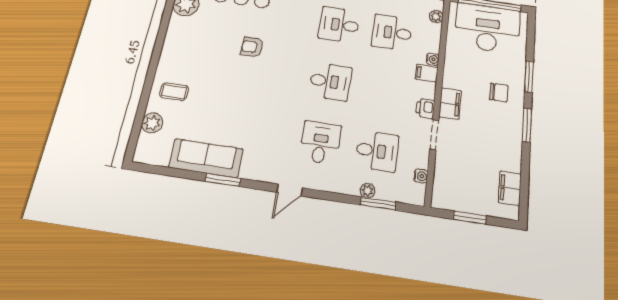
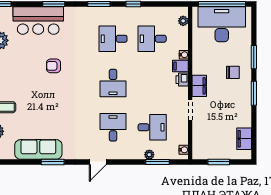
desk: (330, 82) -> (113, 83), turned 90
printer: (425, 108) -> (182, 80), moved
water cooler: (421, 176) -> (184, 150), moved

